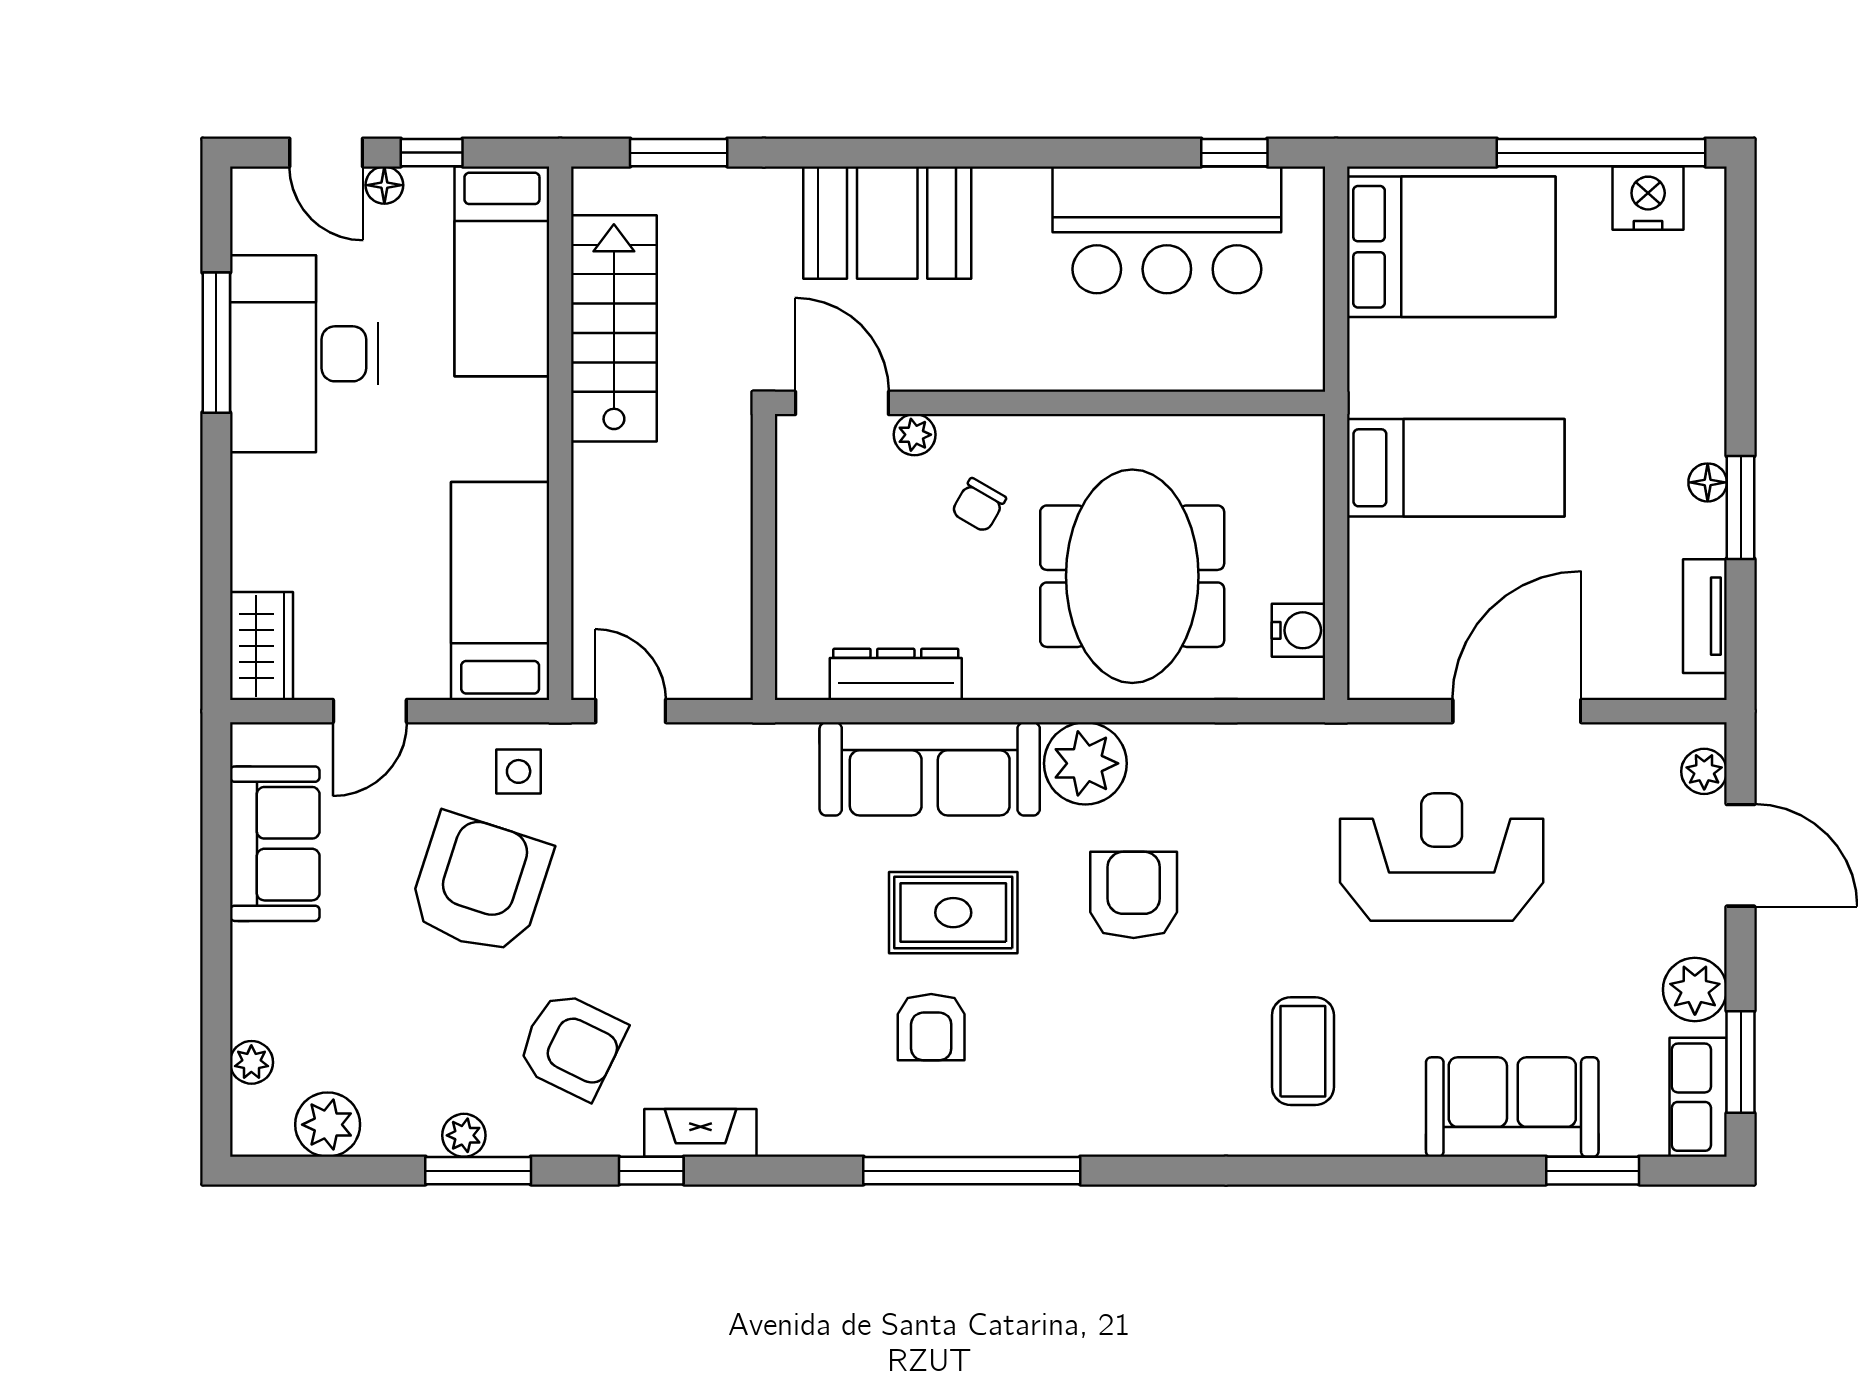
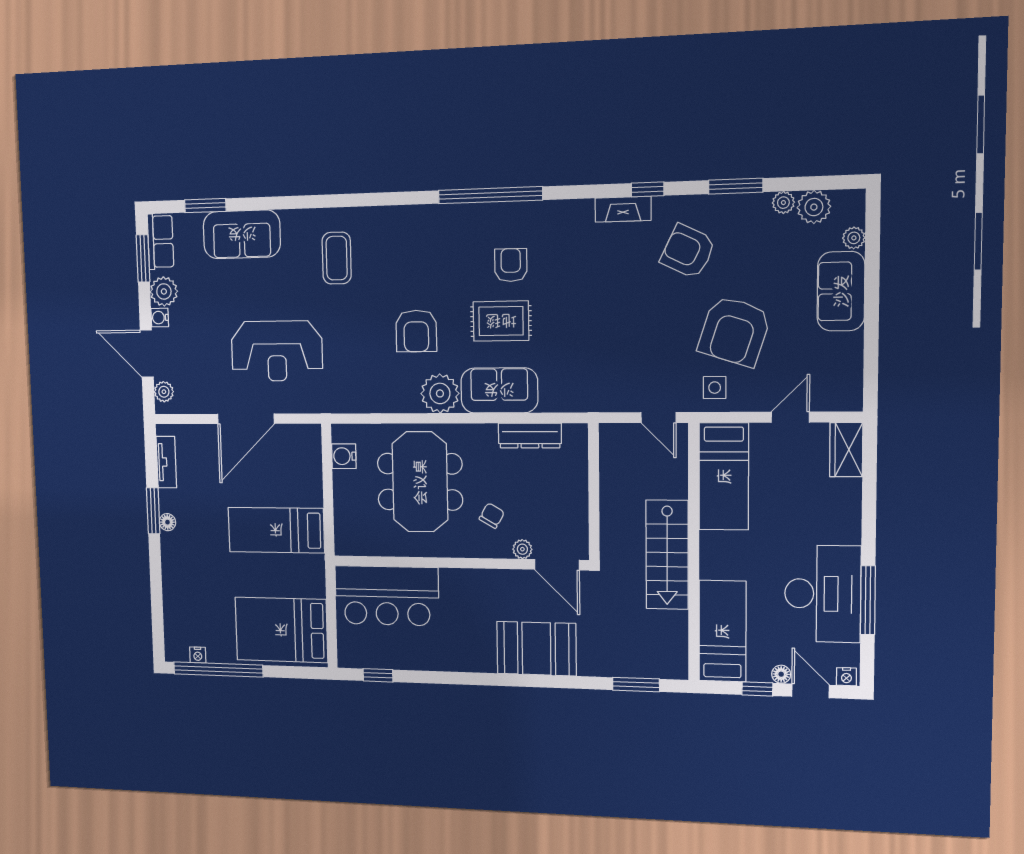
nightstand: (256, 185) -> (846, 677), added
nightstand: (1648, 198) -> (198, 655), width x0.53, depth x0.56
bar counter: (1167, 230) -> (387, 596), moved, turned 180
stairs: (614, 328) -> (667, 555), moved
sofa: (930, 769) -> (499, 390), width x0.73
sofa: (275, 844) -> (841, 291), moved
water cooler: (1707, 933) -> (160, 318), added
plant: (464, 1135) -> (783, 203), moved

